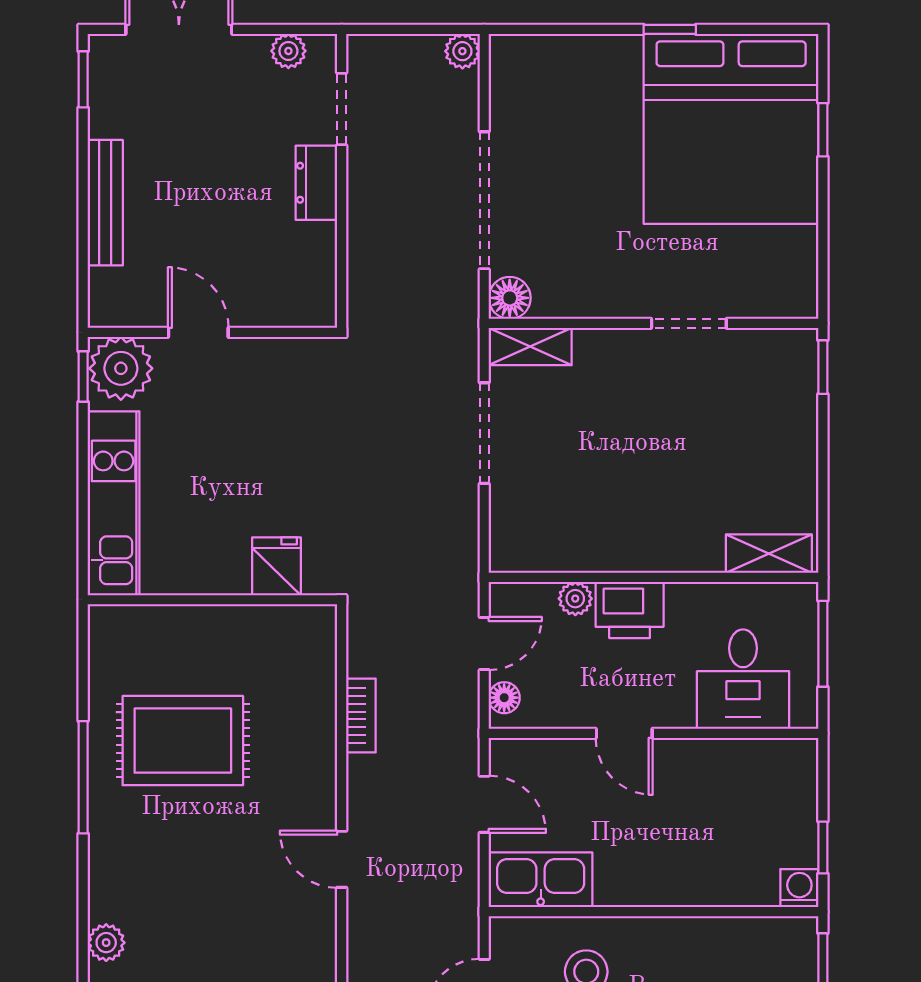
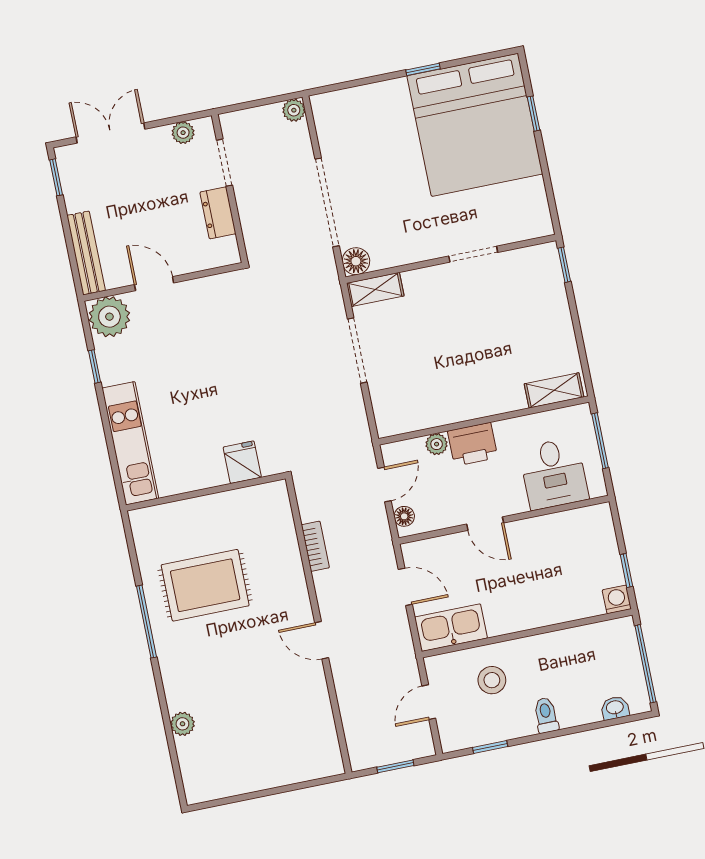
door: (198, 332) -> (154, 284), moved
wall: (212, 332) -> (163, 282), moved
plant: (121, 368) -> (109, 317), moved

